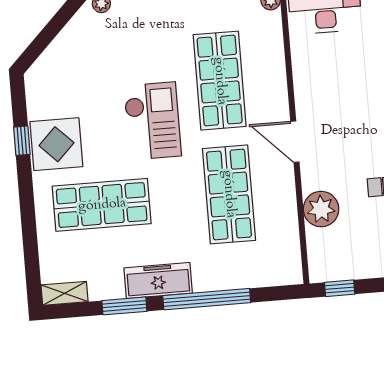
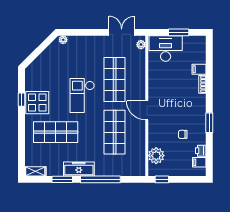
checkout: (152, 121) -> (82, 96), turned 180
plant: (321, 209) -> (156, 156), moved

